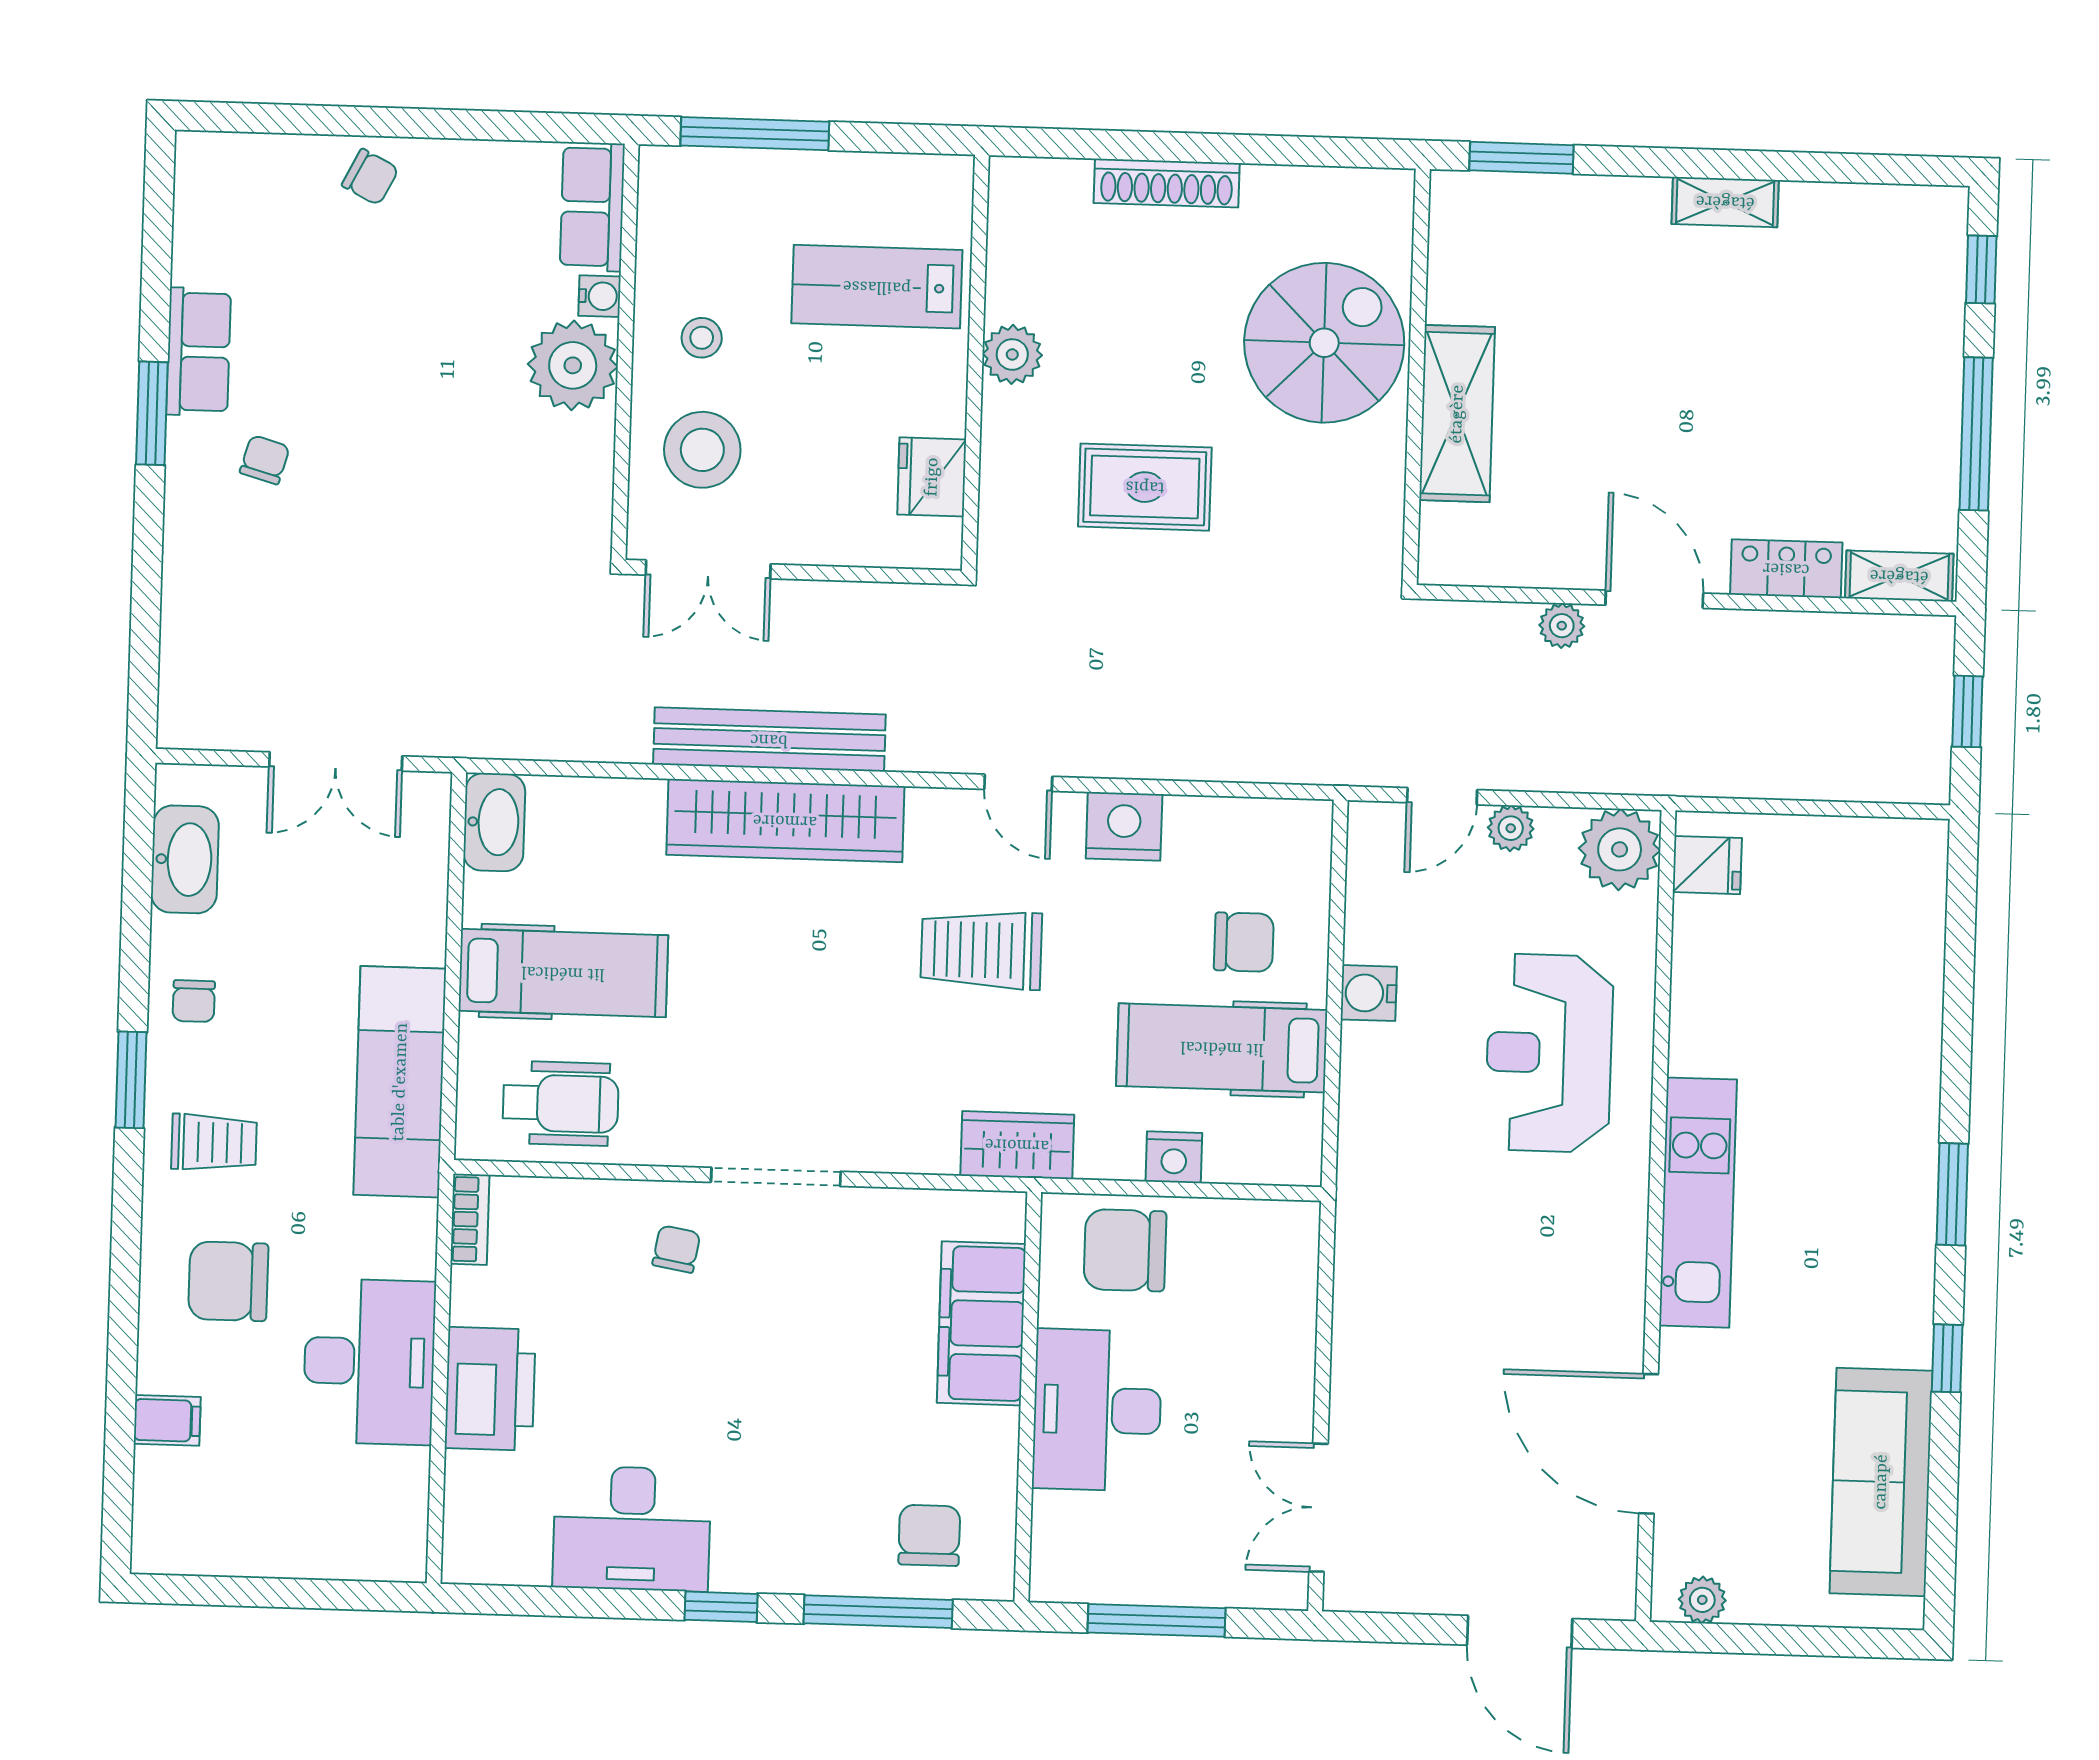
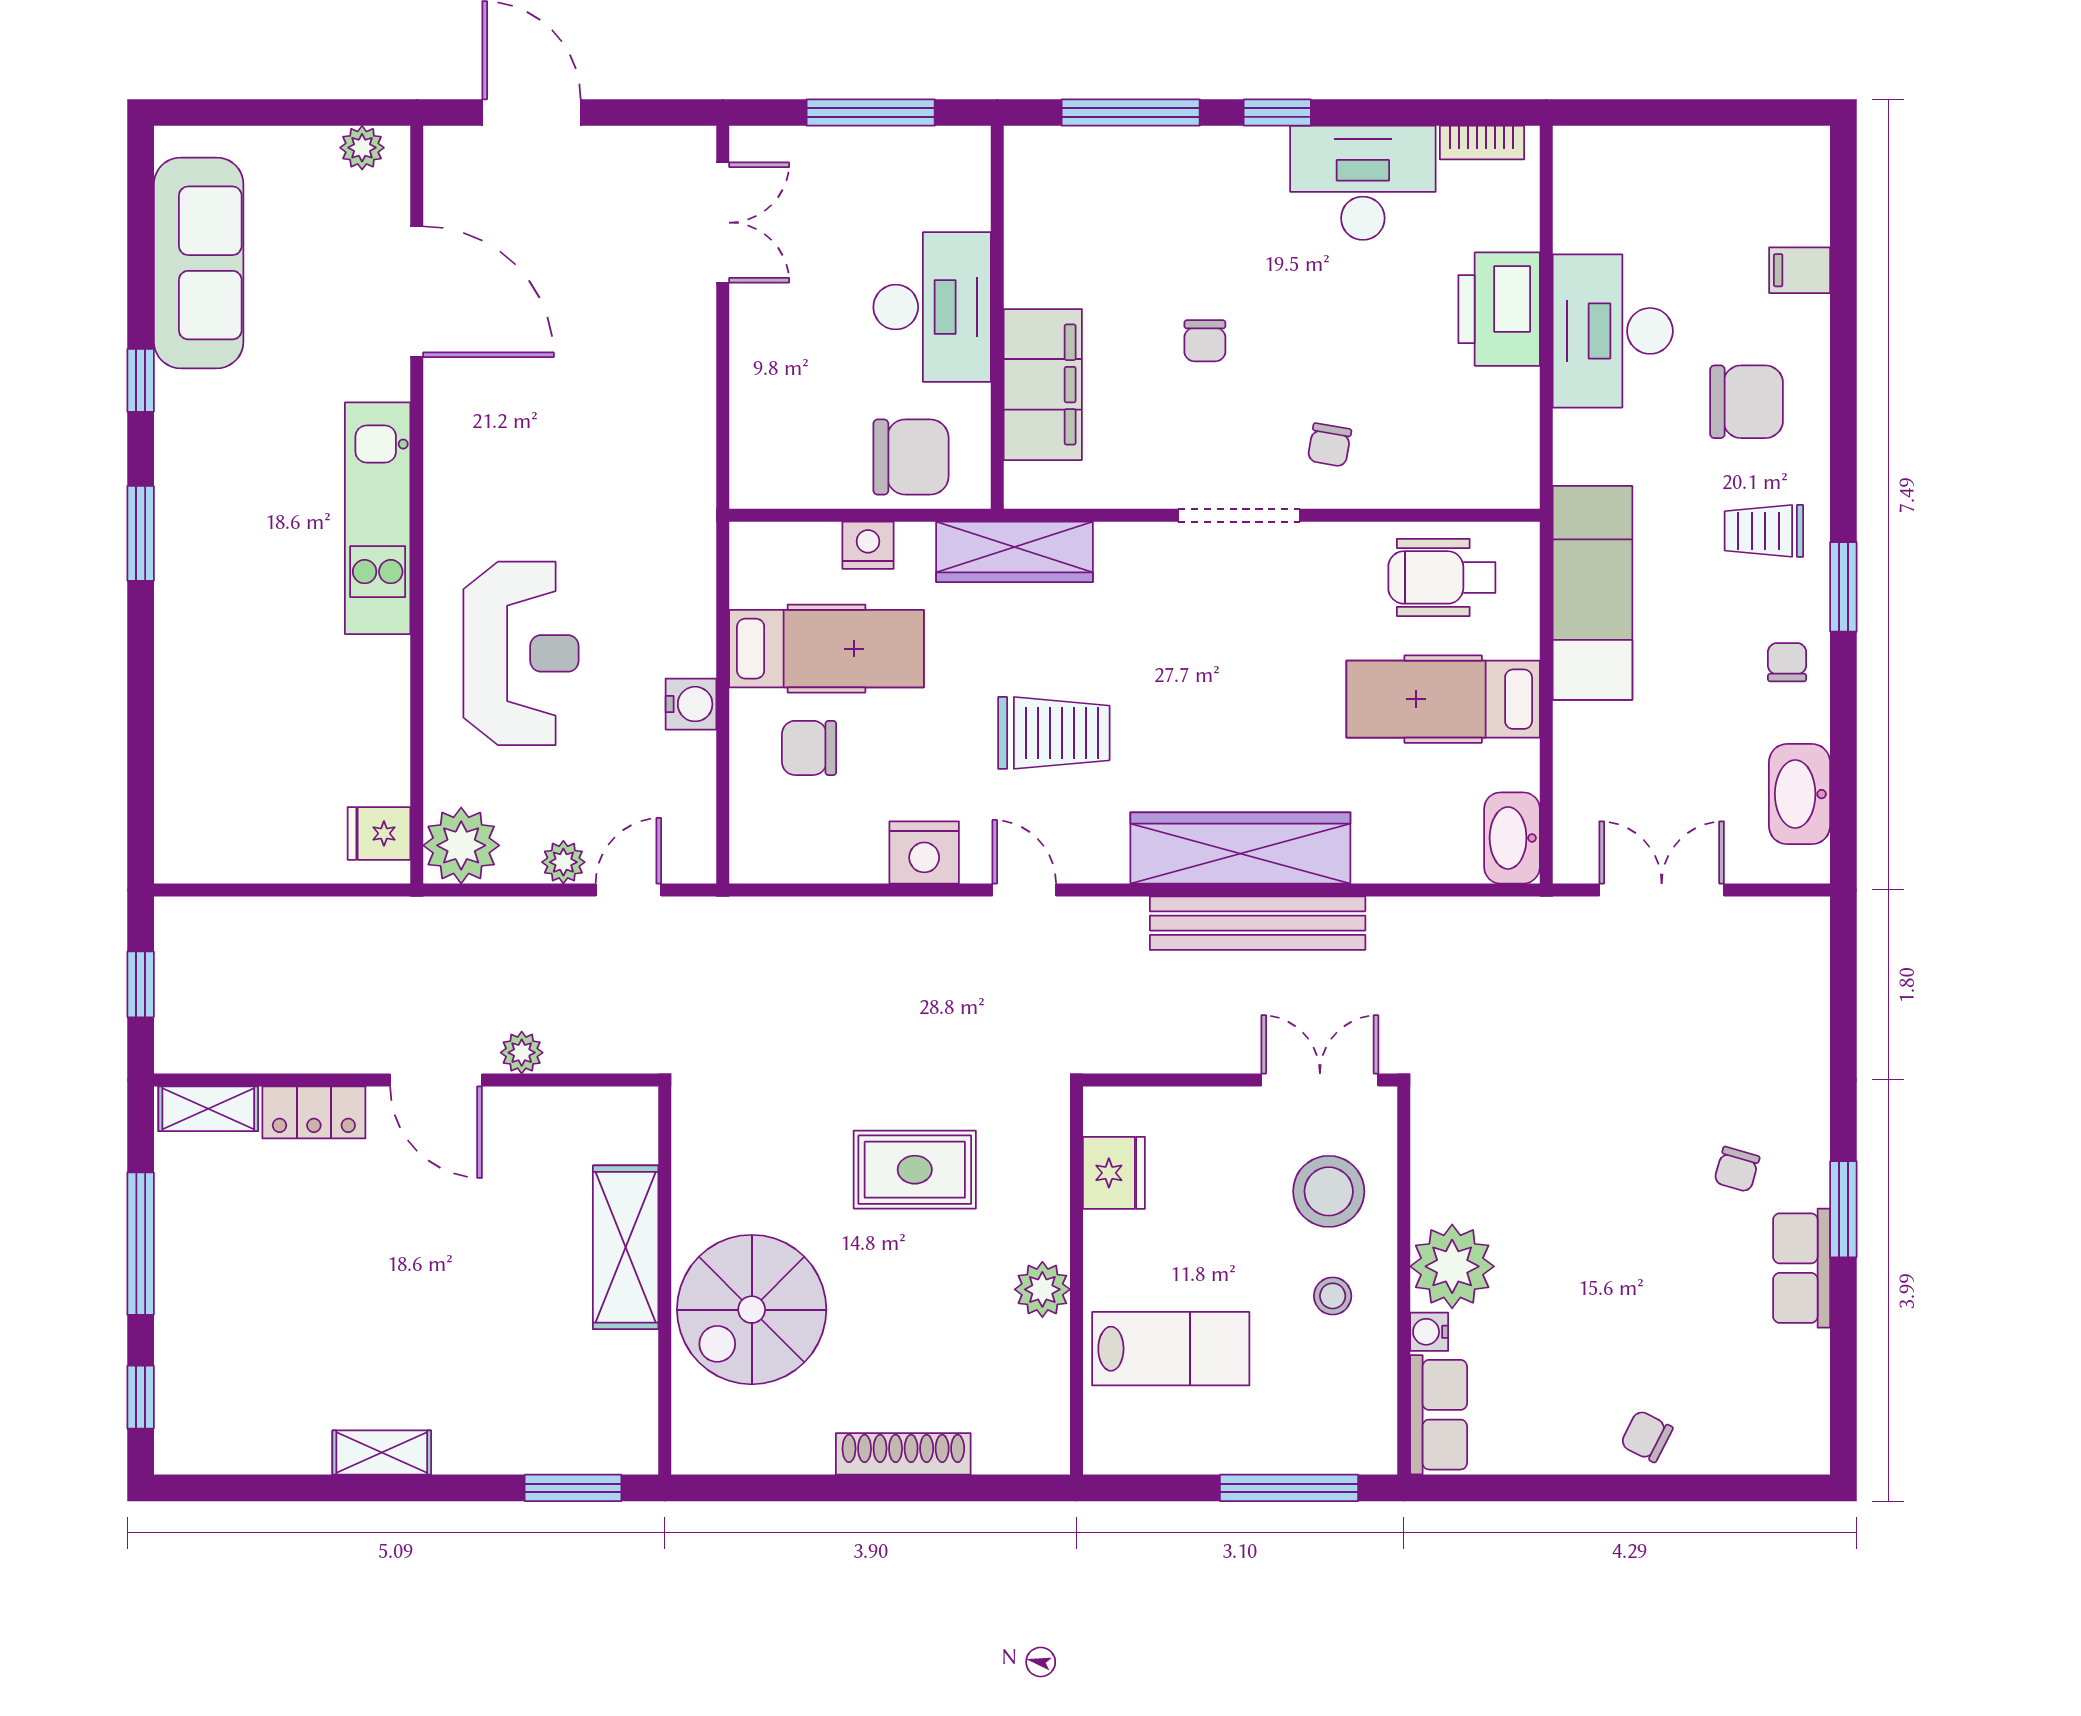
wardrobe: (1017, 1145) -> (1014, 552), width x1.50
bookcase: (470, 1219) -> (1482, 143), moved, turned -90
chair: (929, 1535) -> (1205, 341), moved, width x0.73, depth x0.73

